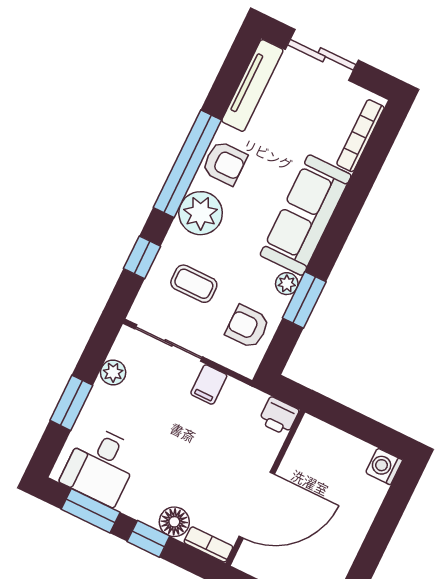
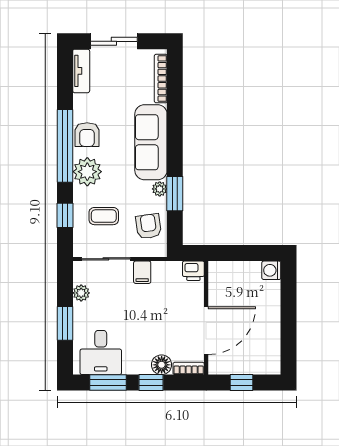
tv unit: (252, 85) -> (81, 71), width x0.71
armchair: (225, 163) -> (87, 135), turned 90
armchair: (247, 327) -> (149, 226), turned 82

